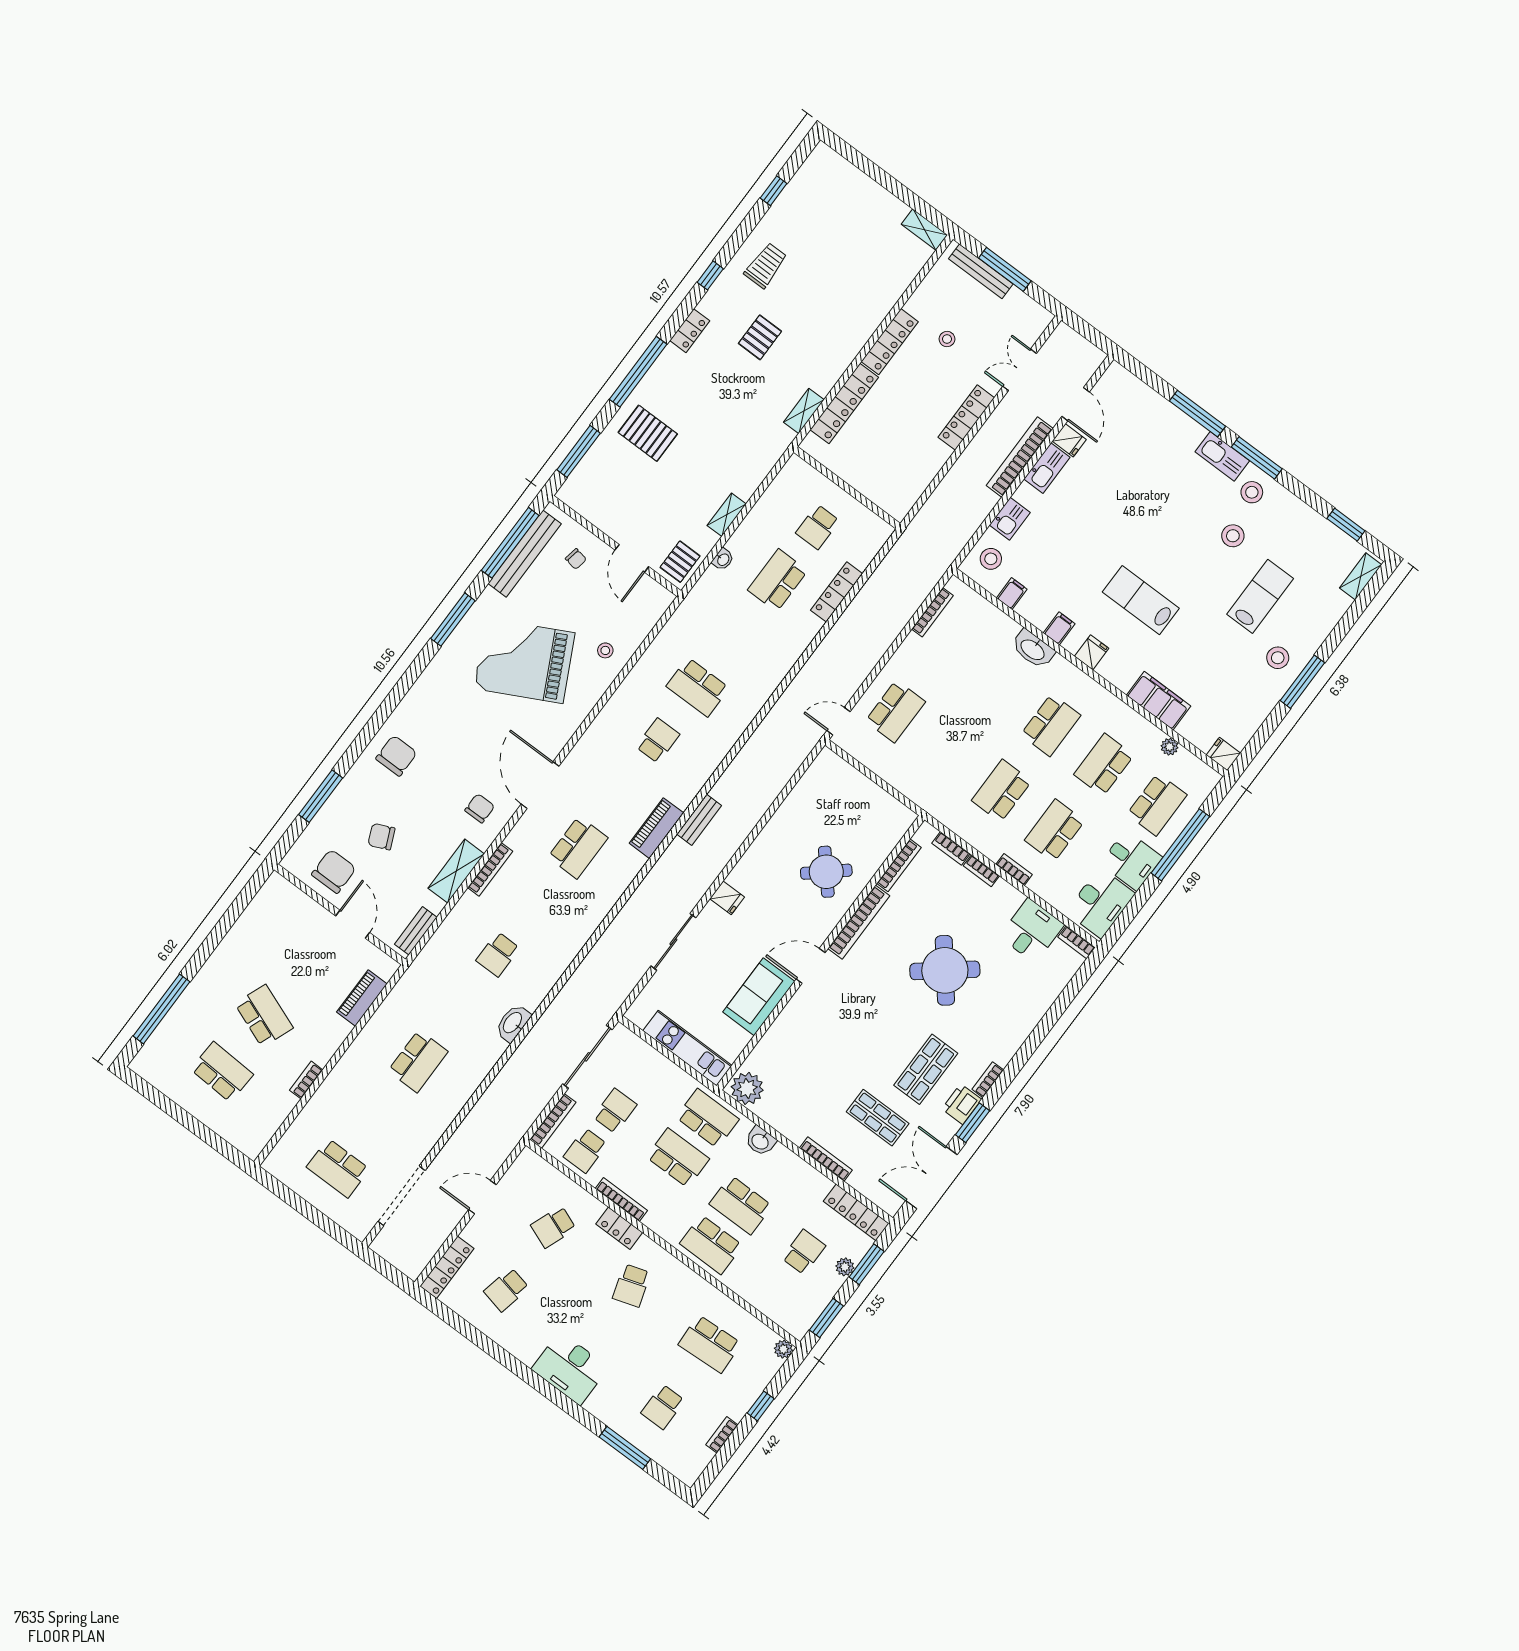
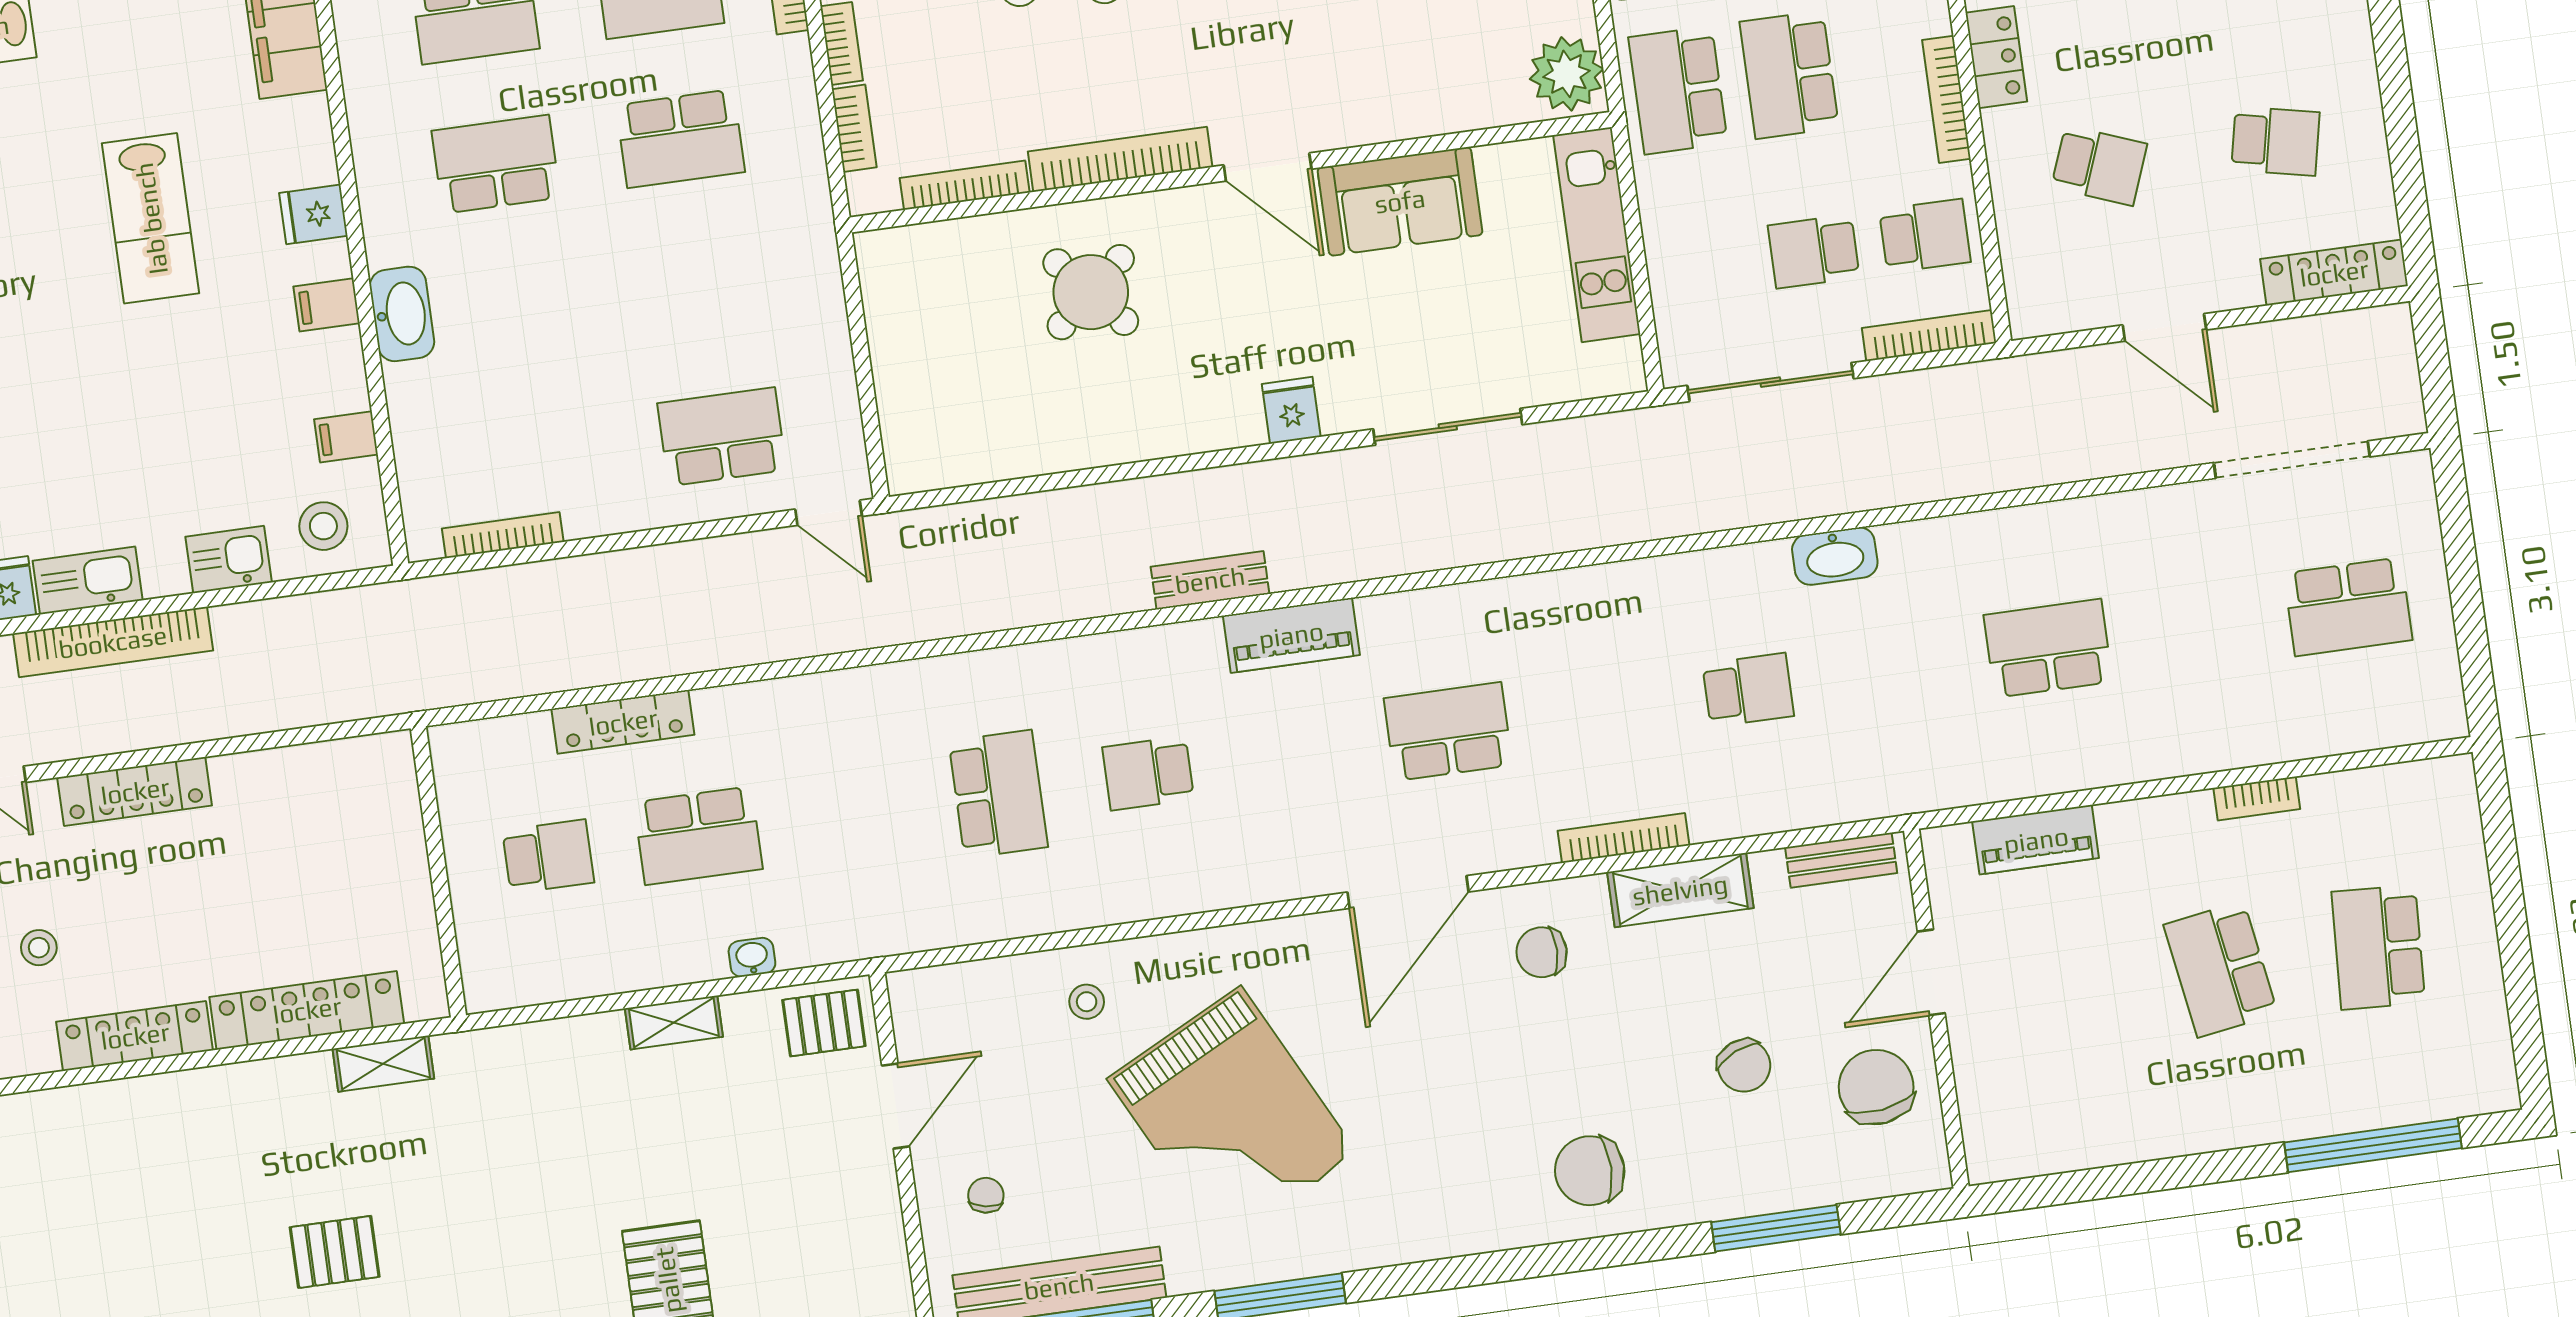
chair: (334, 871) -> (1876, 1087), turned 82
school desk: (264, 1016) -> (2221, 969), turned -30
school desk: (338, 1168) -> (2348, 607), turned 90

